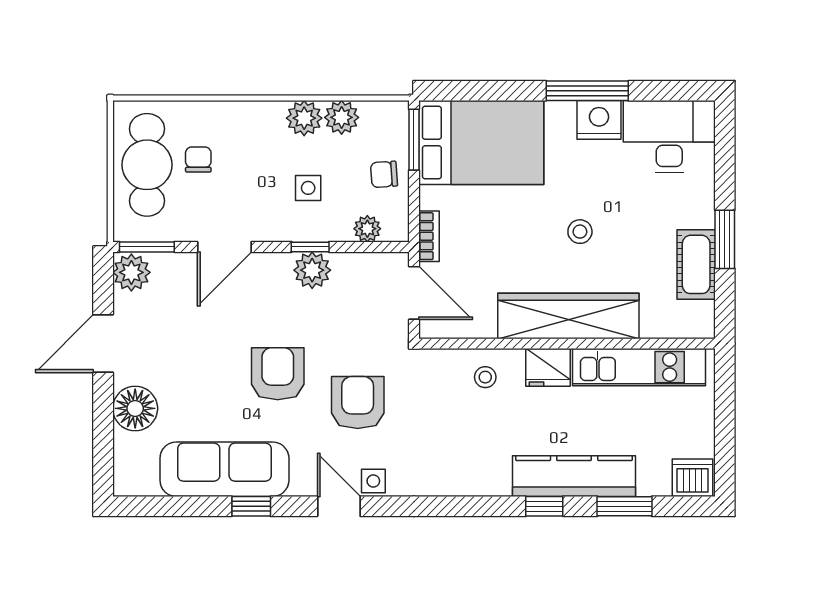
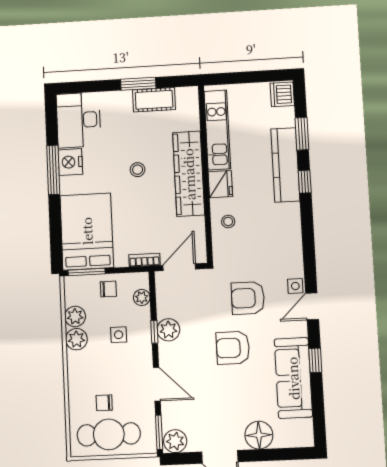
chair: (384, 174) -> (108, 289), turned -86

